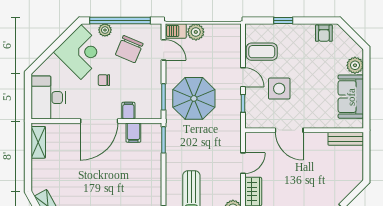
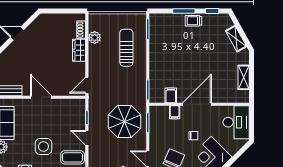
side table: (279, 89) -> (43, 147), moved
door: (289, 130) -> (41, 97), moved
shelving: (38, 142) -> (244, 77), moved
door: (243, 163) -> (87, 85), moved

